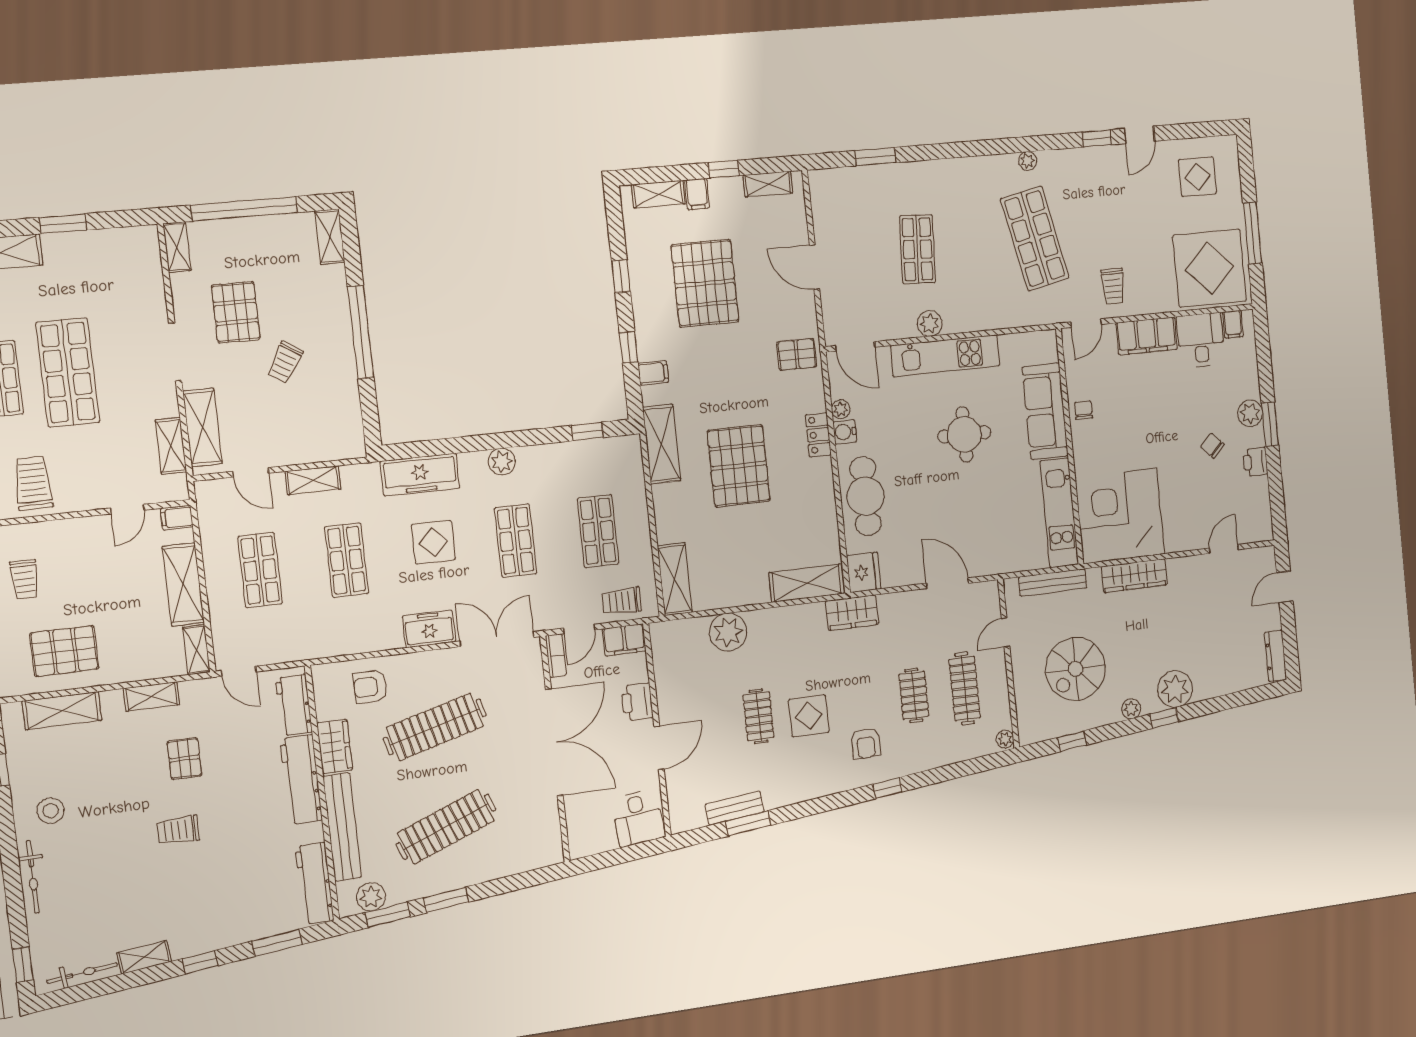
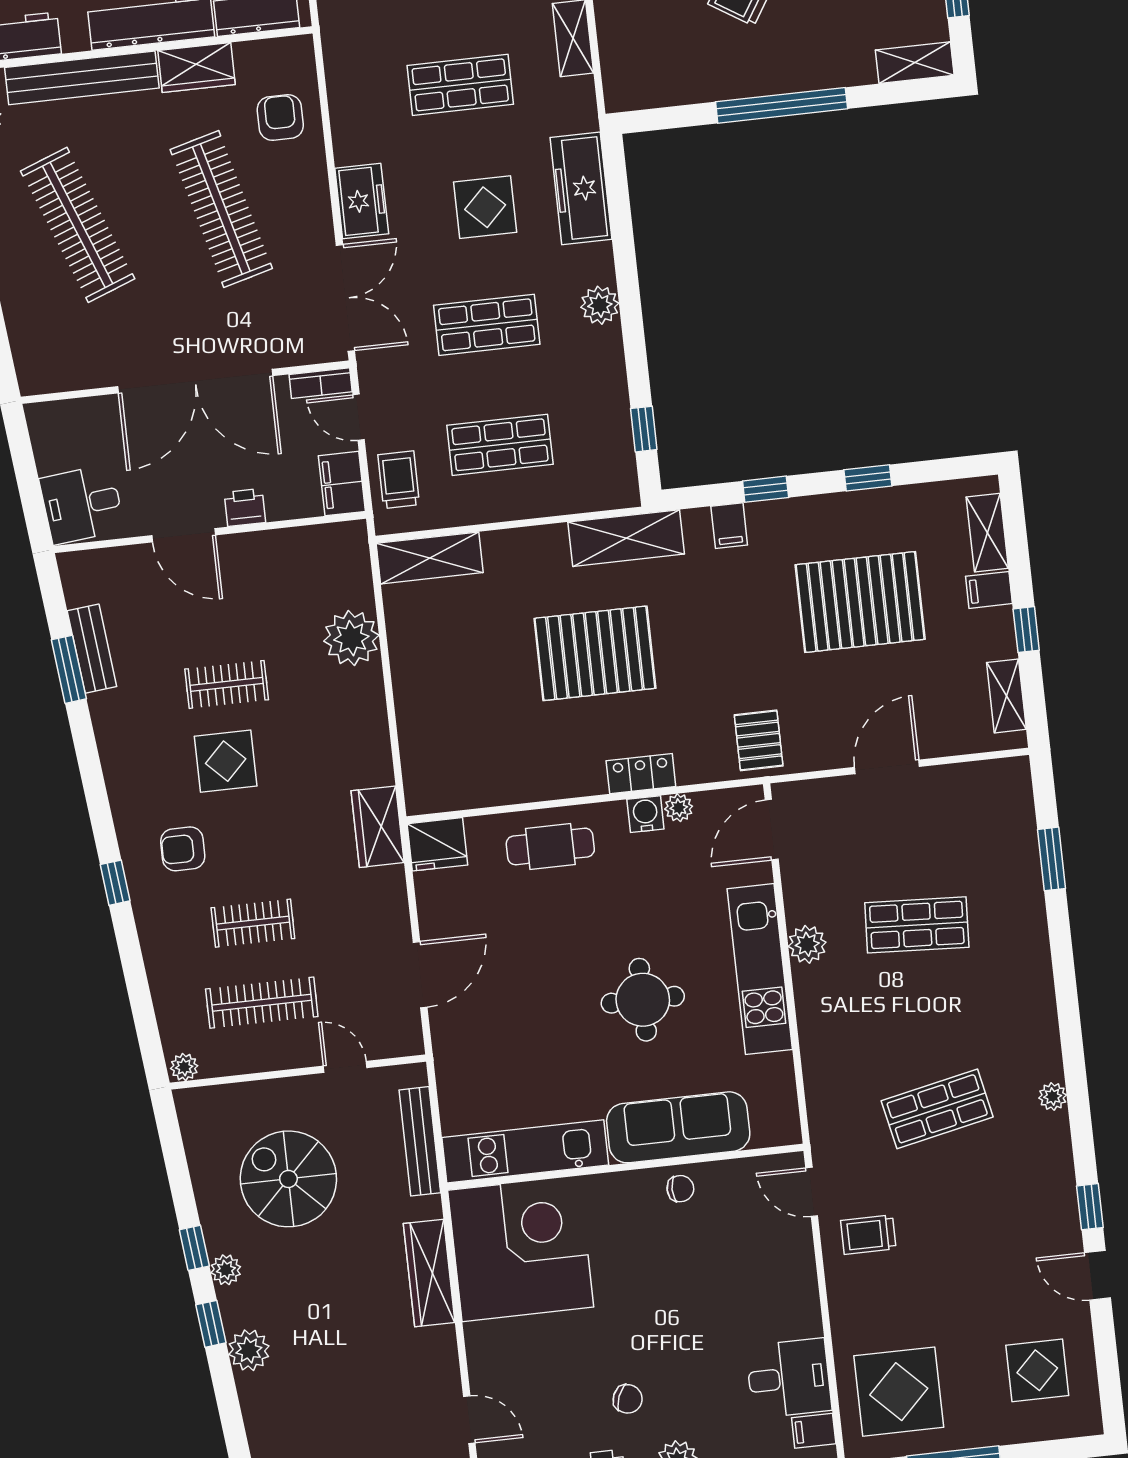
shop shelf: (1035, 238) -> (937, 1109), width x0.70, depth x0.74
display table: (1210, 268) -> (899, 1392), width x0.73, depth x0.73
filing cabinet: (1147, 336) -> (794, 1290), removed
chair: (1212, 446) -> (628, 1399), turned 67
cafe table: (865, 496) -> (550, 846), width x0.73, depth x0.74
shelving: (807, 583) -> (422, 757), removed
plant: (1175, 689) -> (249, 1350), width x0.73, depth x0.73
printer: (637, 702) -> (245, 507), width x0.73, depth x0.81
window: (1072, 741) -> (194, 1248), moved

